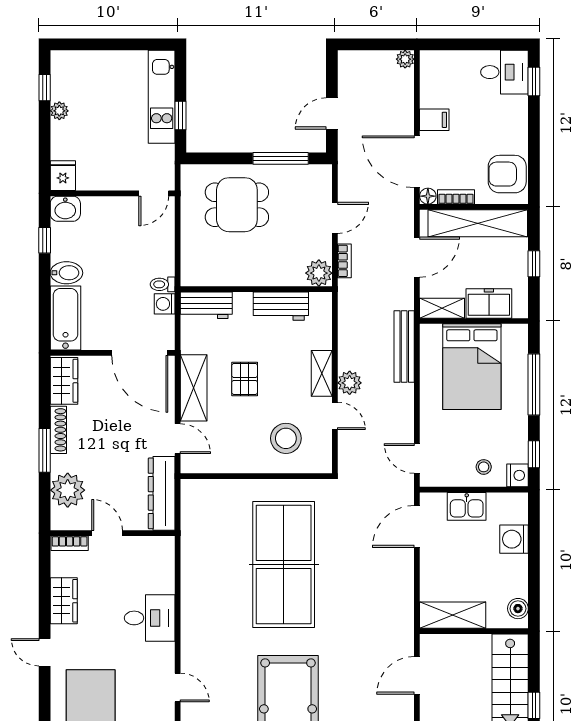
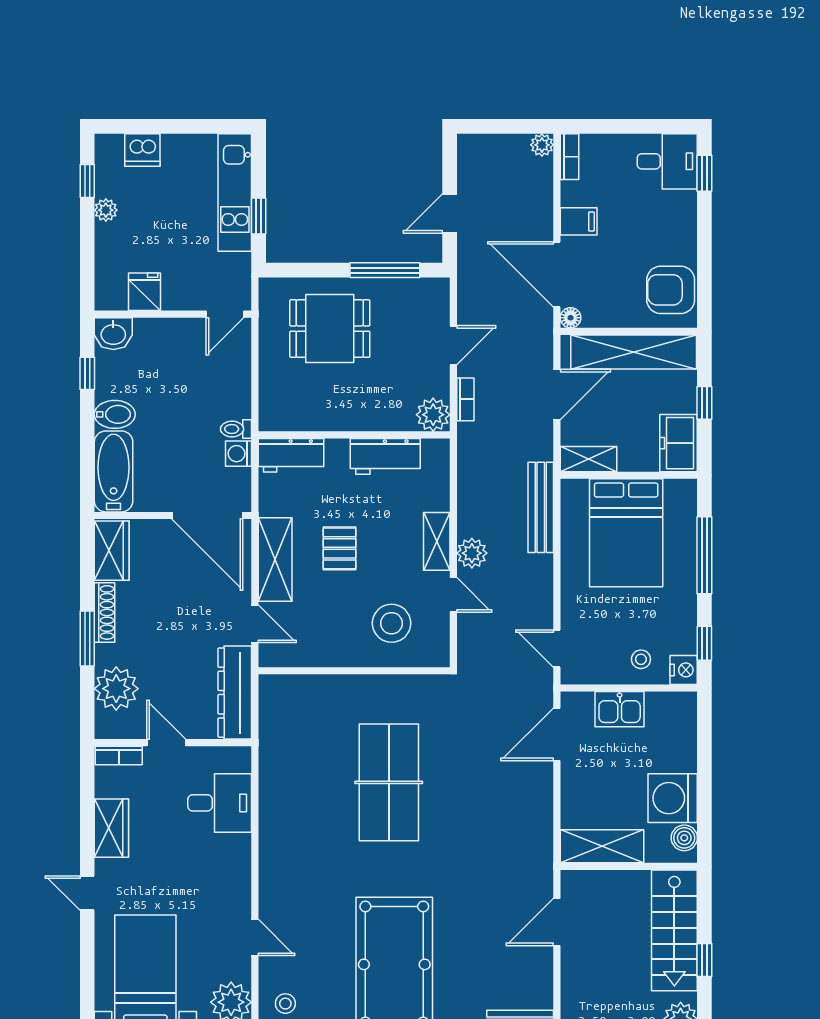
dishwasher: (88, 63) -> (142, 150), added
fridge: (63, 176) -> (144, 292), moved
bookcase: (456, 197) -> (570, 157), moved, turned 90
freezer: (489, 303) -> (679, 443), moved, turned -90
washing machine: (514, 539) -> (673, 798), moved, width x1.37, depth x1.37
table tennis table: (284, 565) -> (389, 782), width x0.73, depth x0.76
desk: (150, 618) -> (220, 803), moved

